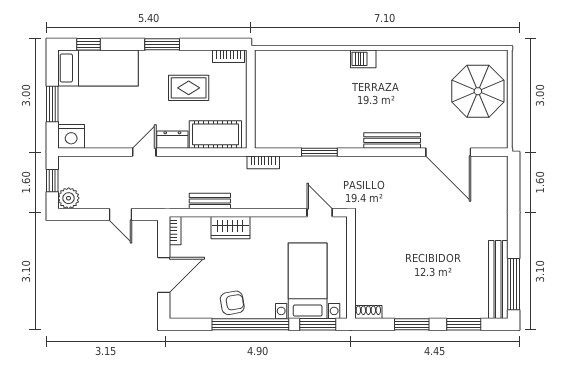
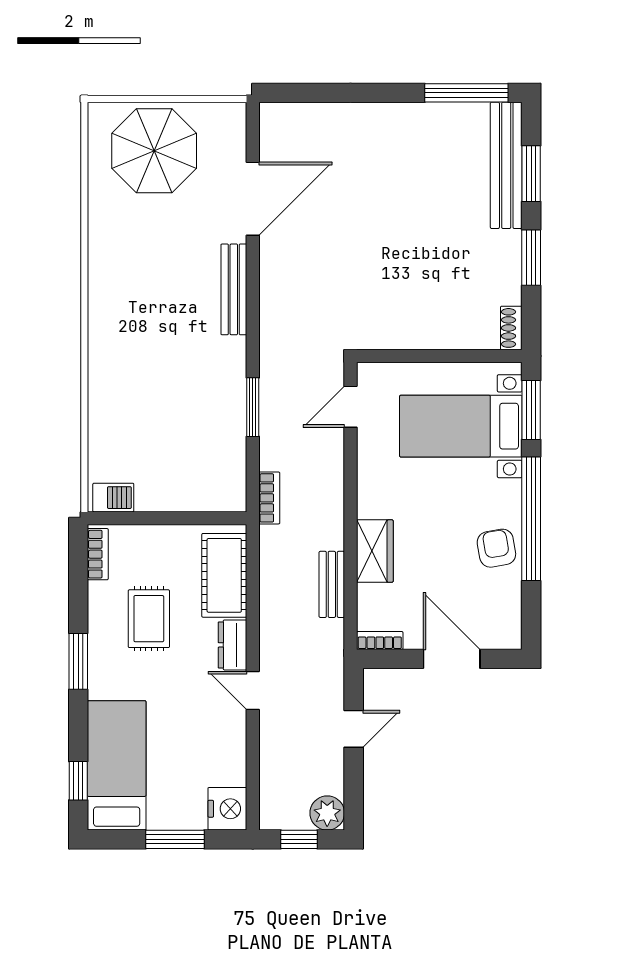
barbecue: (363, 59) -> (113, 498), moved, turned -90
bench: (498, 279) -> (506, 165), moved, turned 90

